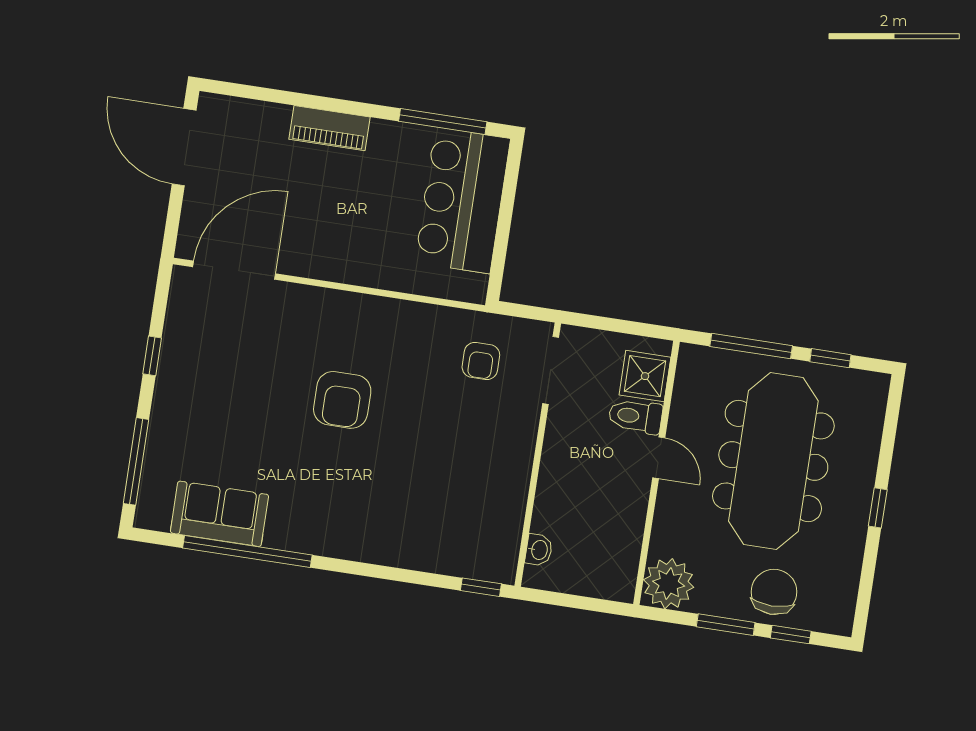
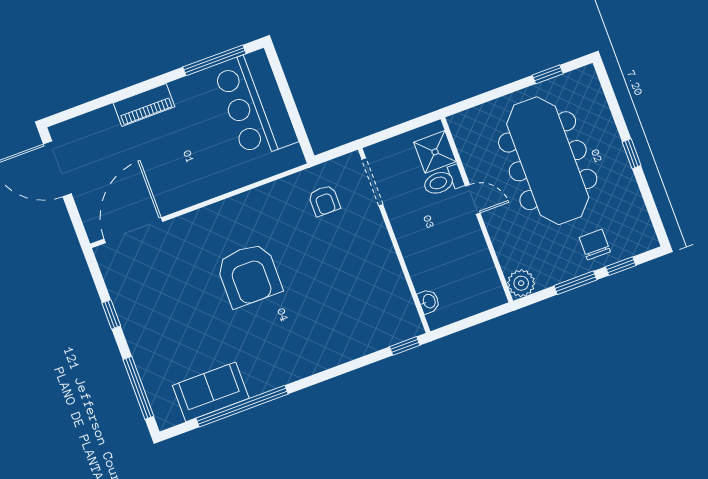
window: (751, 346) -> (493, 95), removed
armchair: (342, 400) -> (249, 275), width x1.36, depth x1.36
plant: (669, 584) -> (521, 283), width x0.73, depth x0.73
chair: (774, 592) -> (595, 245), width x0.73, depth x0.73

